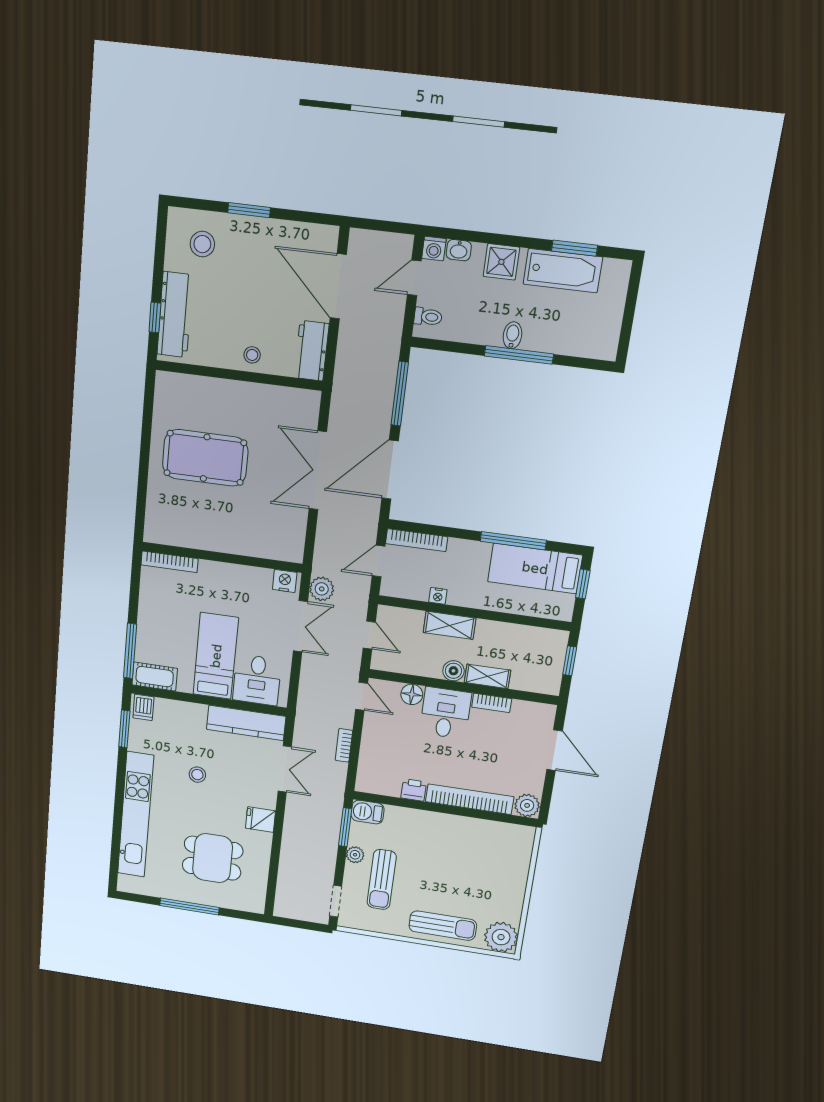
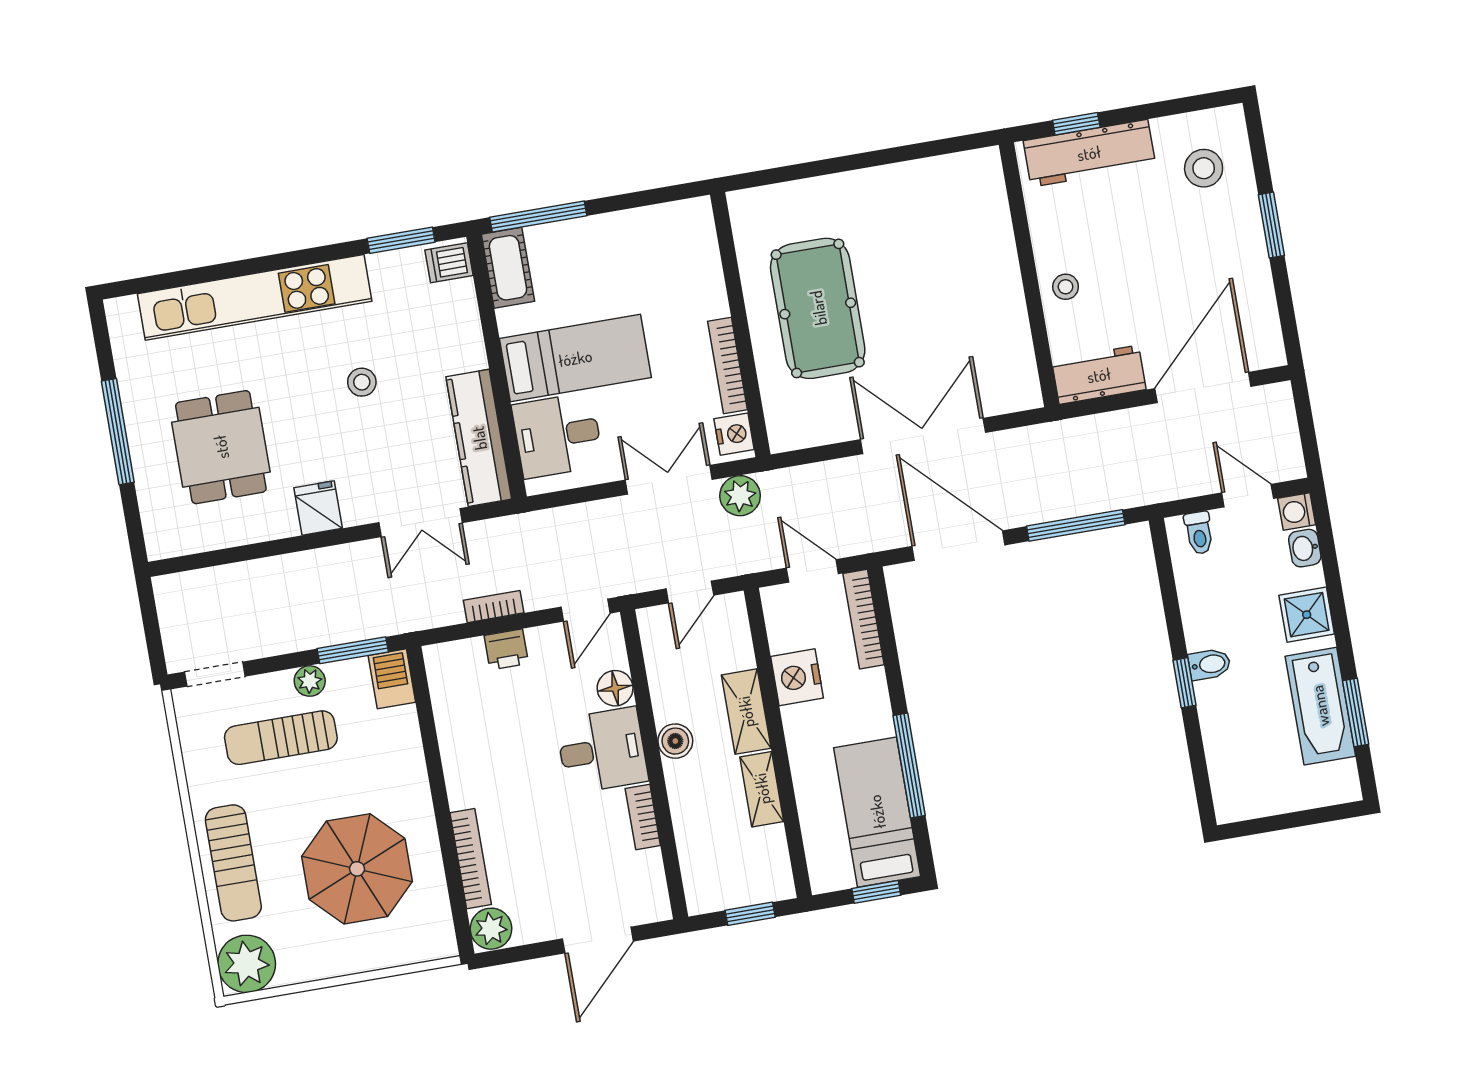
window: (519, 355) -> (1184, 683), width x0.46
pool table: (205, 458) -> (818, 308), moved
bookcase: (169, 562) -> (727, 365), moved
nightstand: (438, 596) -> (797, 677), width x1.89, depth x1.79
double door: (300, 626) -> (669, 480), swing flipped
shelving: (487, 676) -> (762, 789), moved
printer: (414, 790) -> (506, 649), moved, turned 90
bookcase: (470, 799) -> (471, 859), width x0.68, depth x0.76
parasol: (468, 864) -> (357, 869), added

